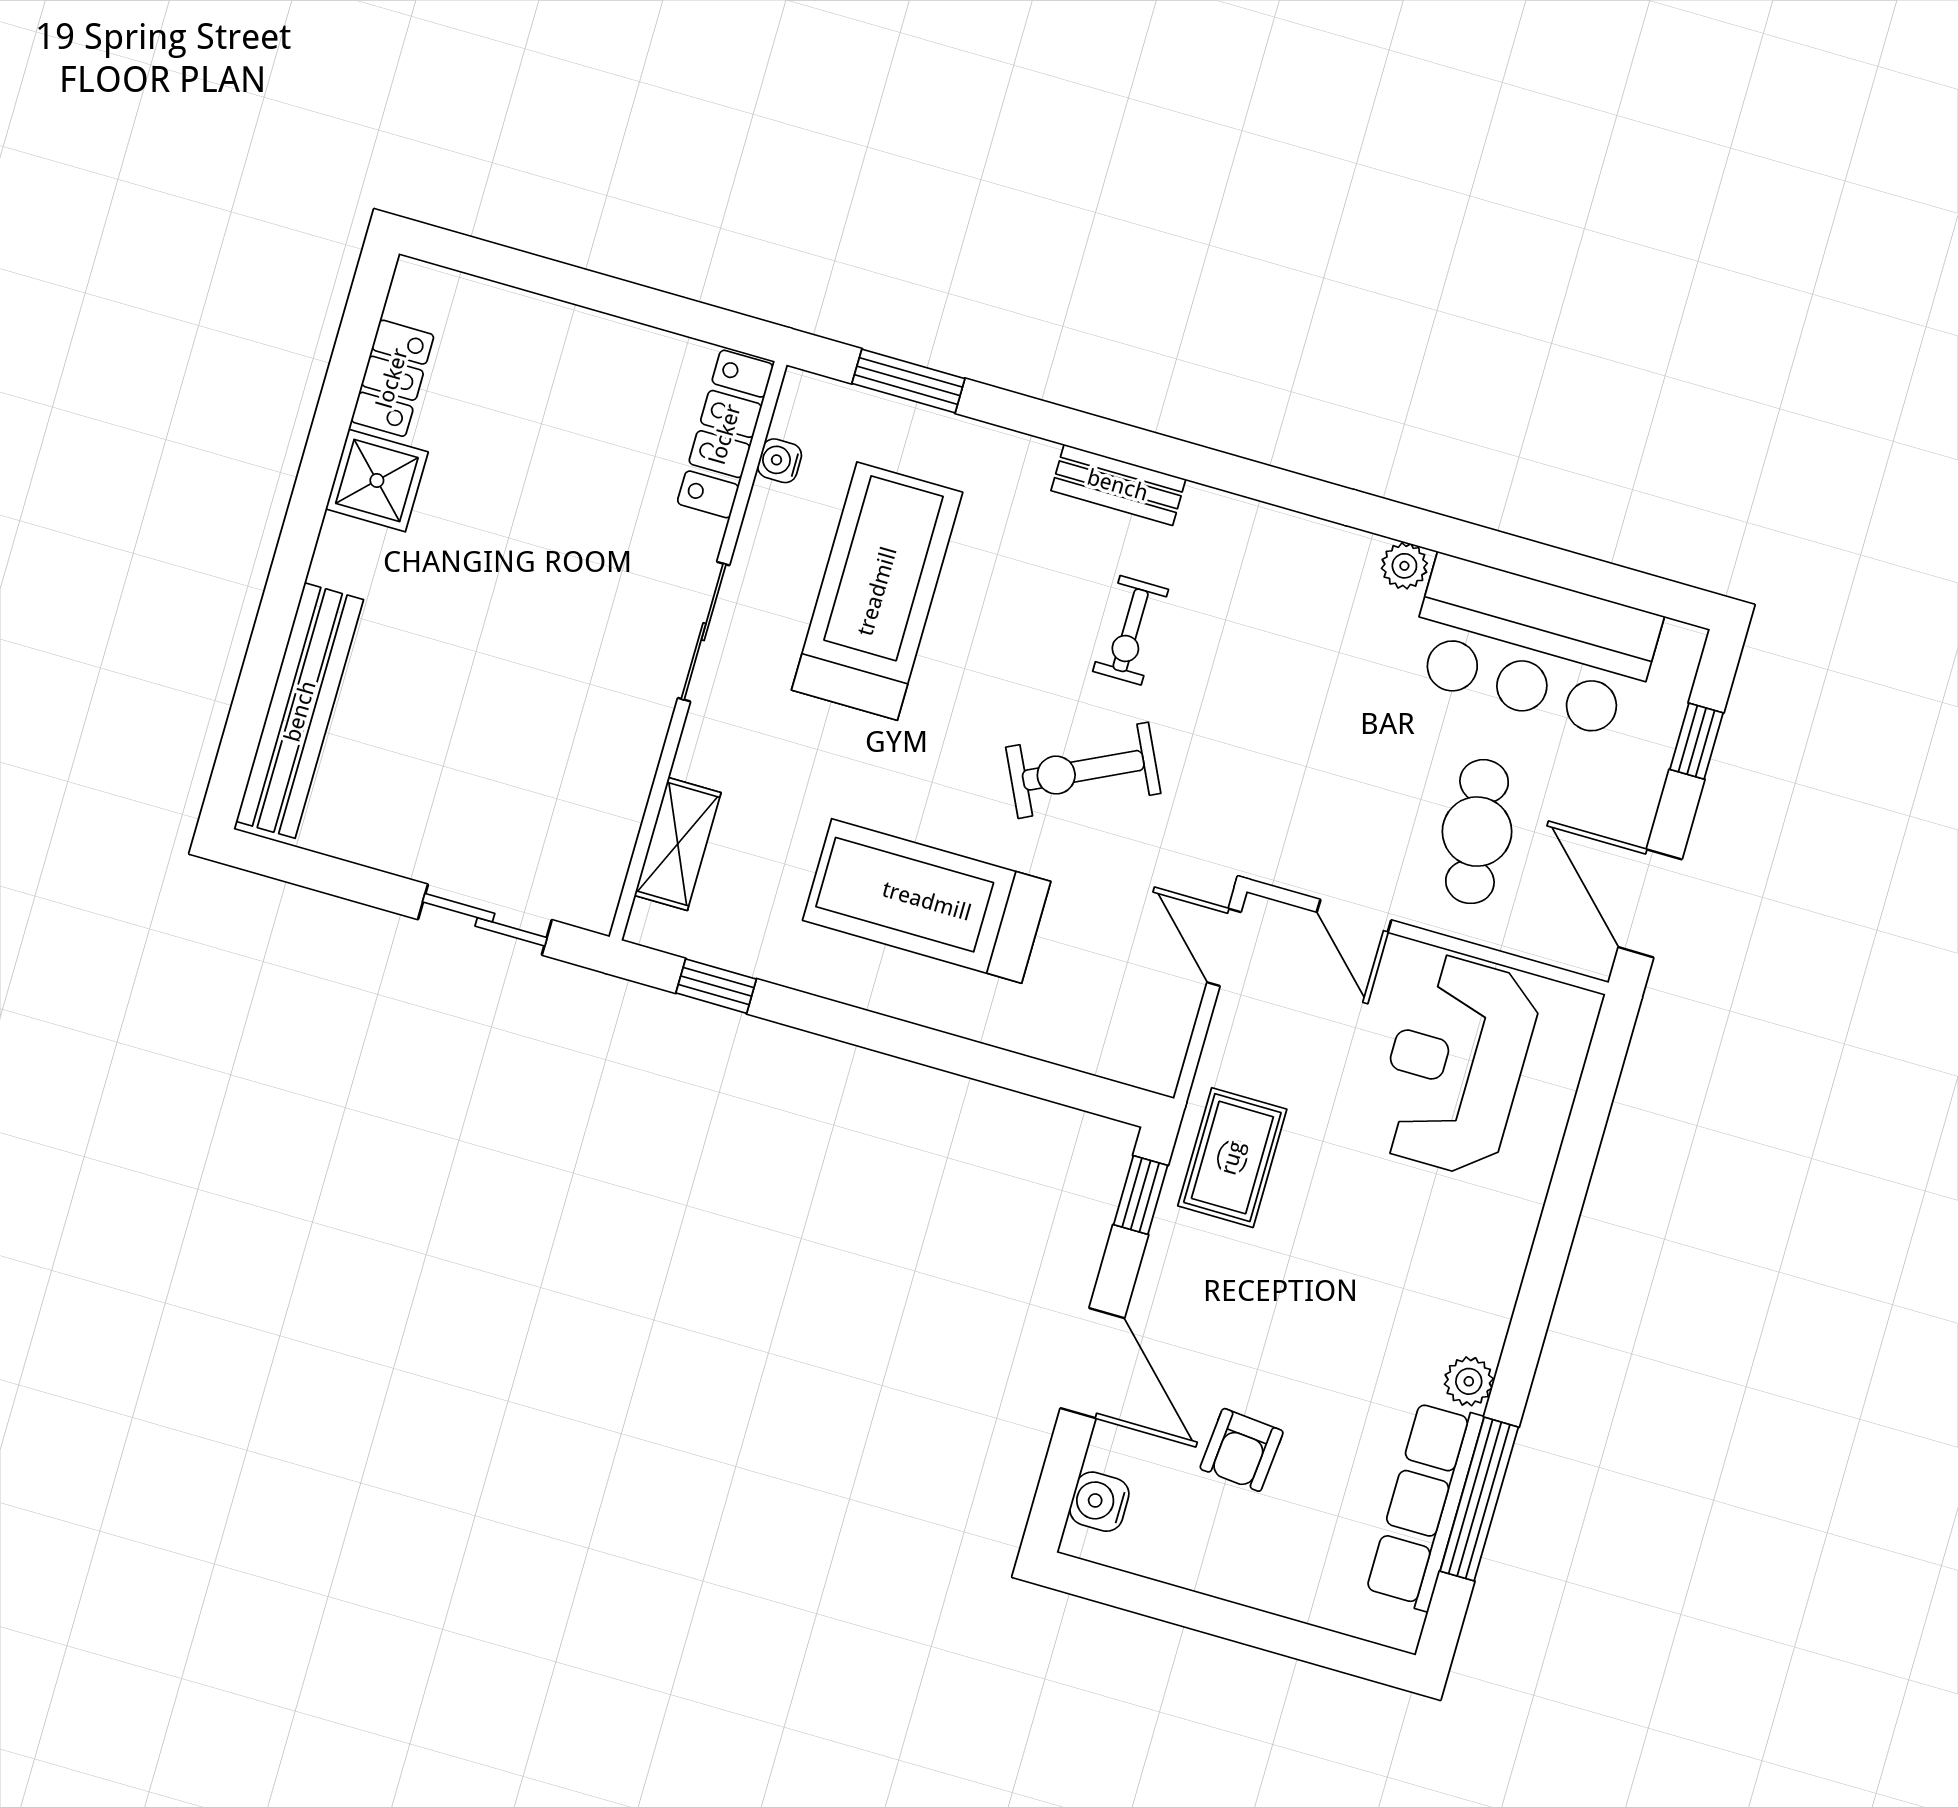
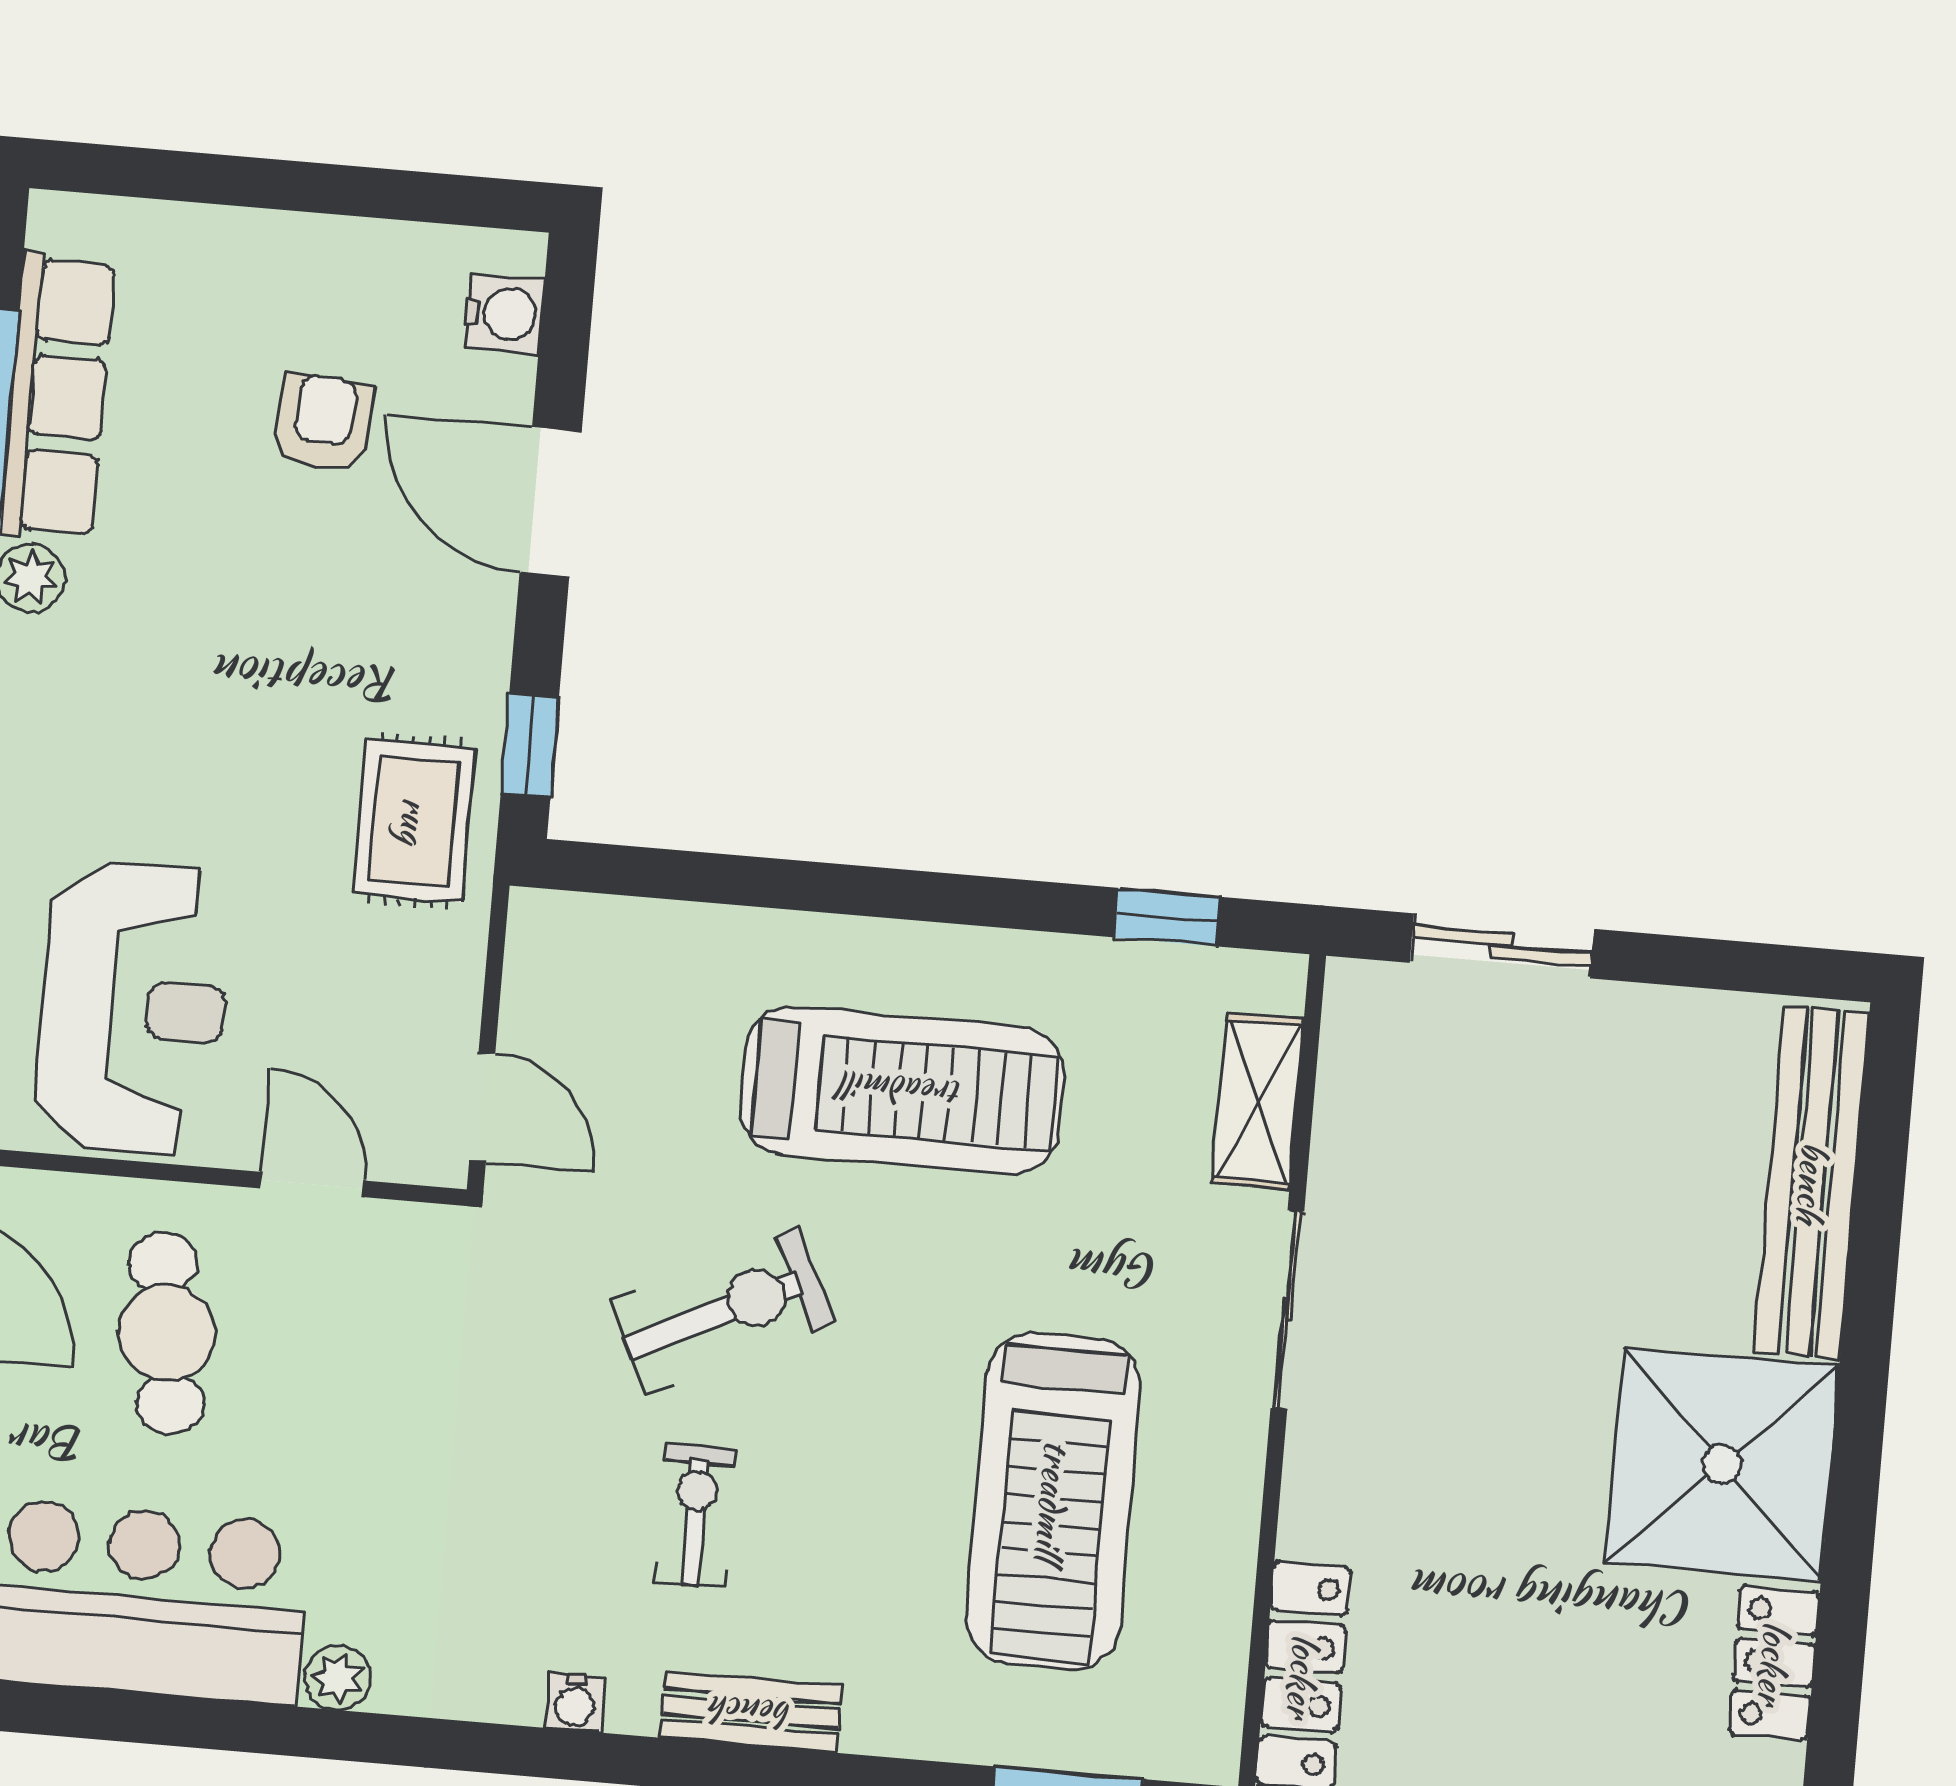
water cooler: (780, 461) -> (575, 1703), moved, turned 90
shower: (377, 480) -> (1722, 1464), width x1.86, depth x1.86
sliding door: (704, 632) -> (1287, 1310), moved

